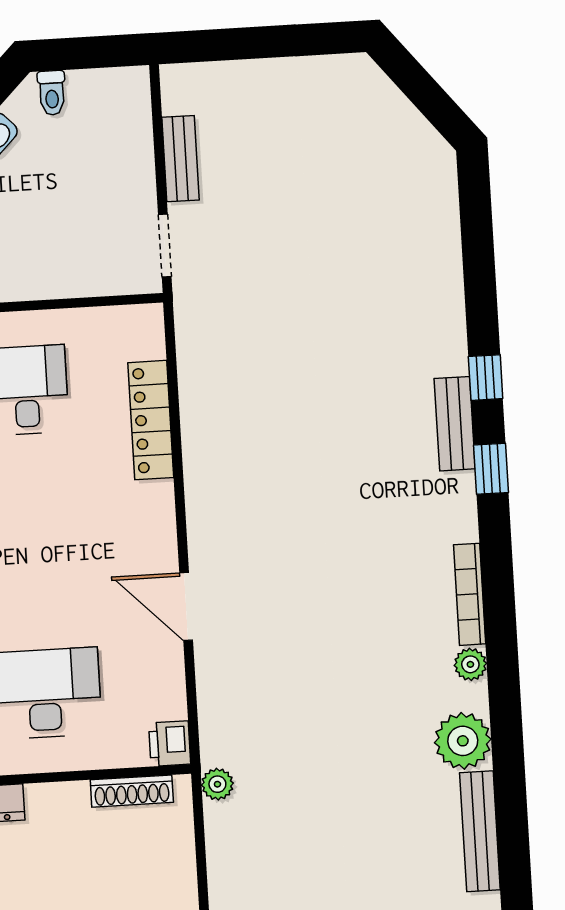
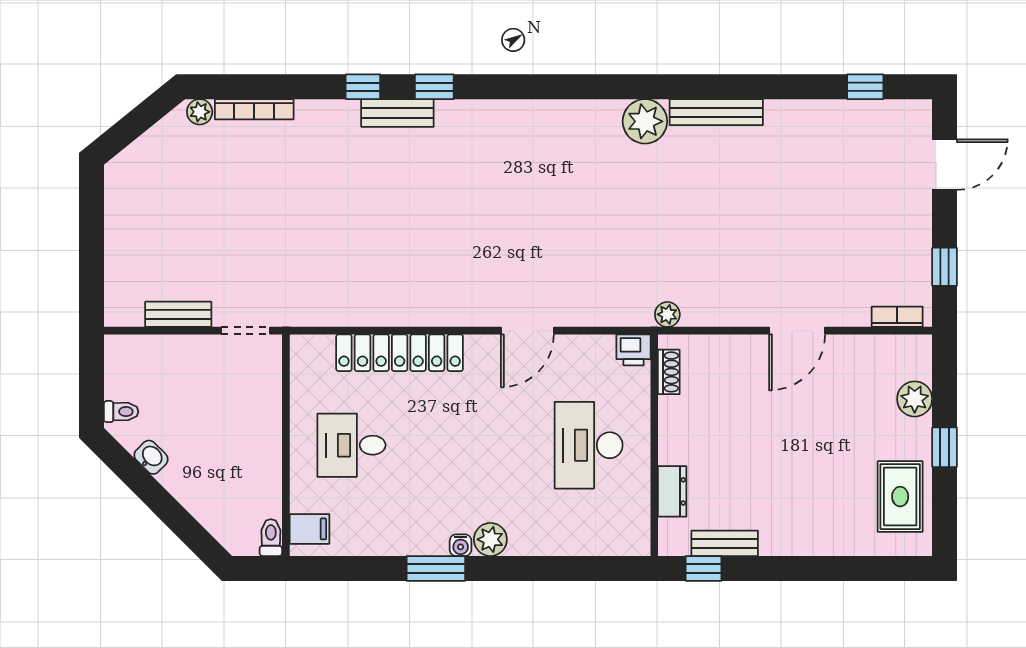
locker: (151, 420) -> (400, 353), width x1.41, depth x1.21
bookcase: (470, 594) -> (254, 109), moved
plant: (470, 664) -> (200, 112), moved
shoe rack: (132, 791) -> (669, 372), width x0.70

